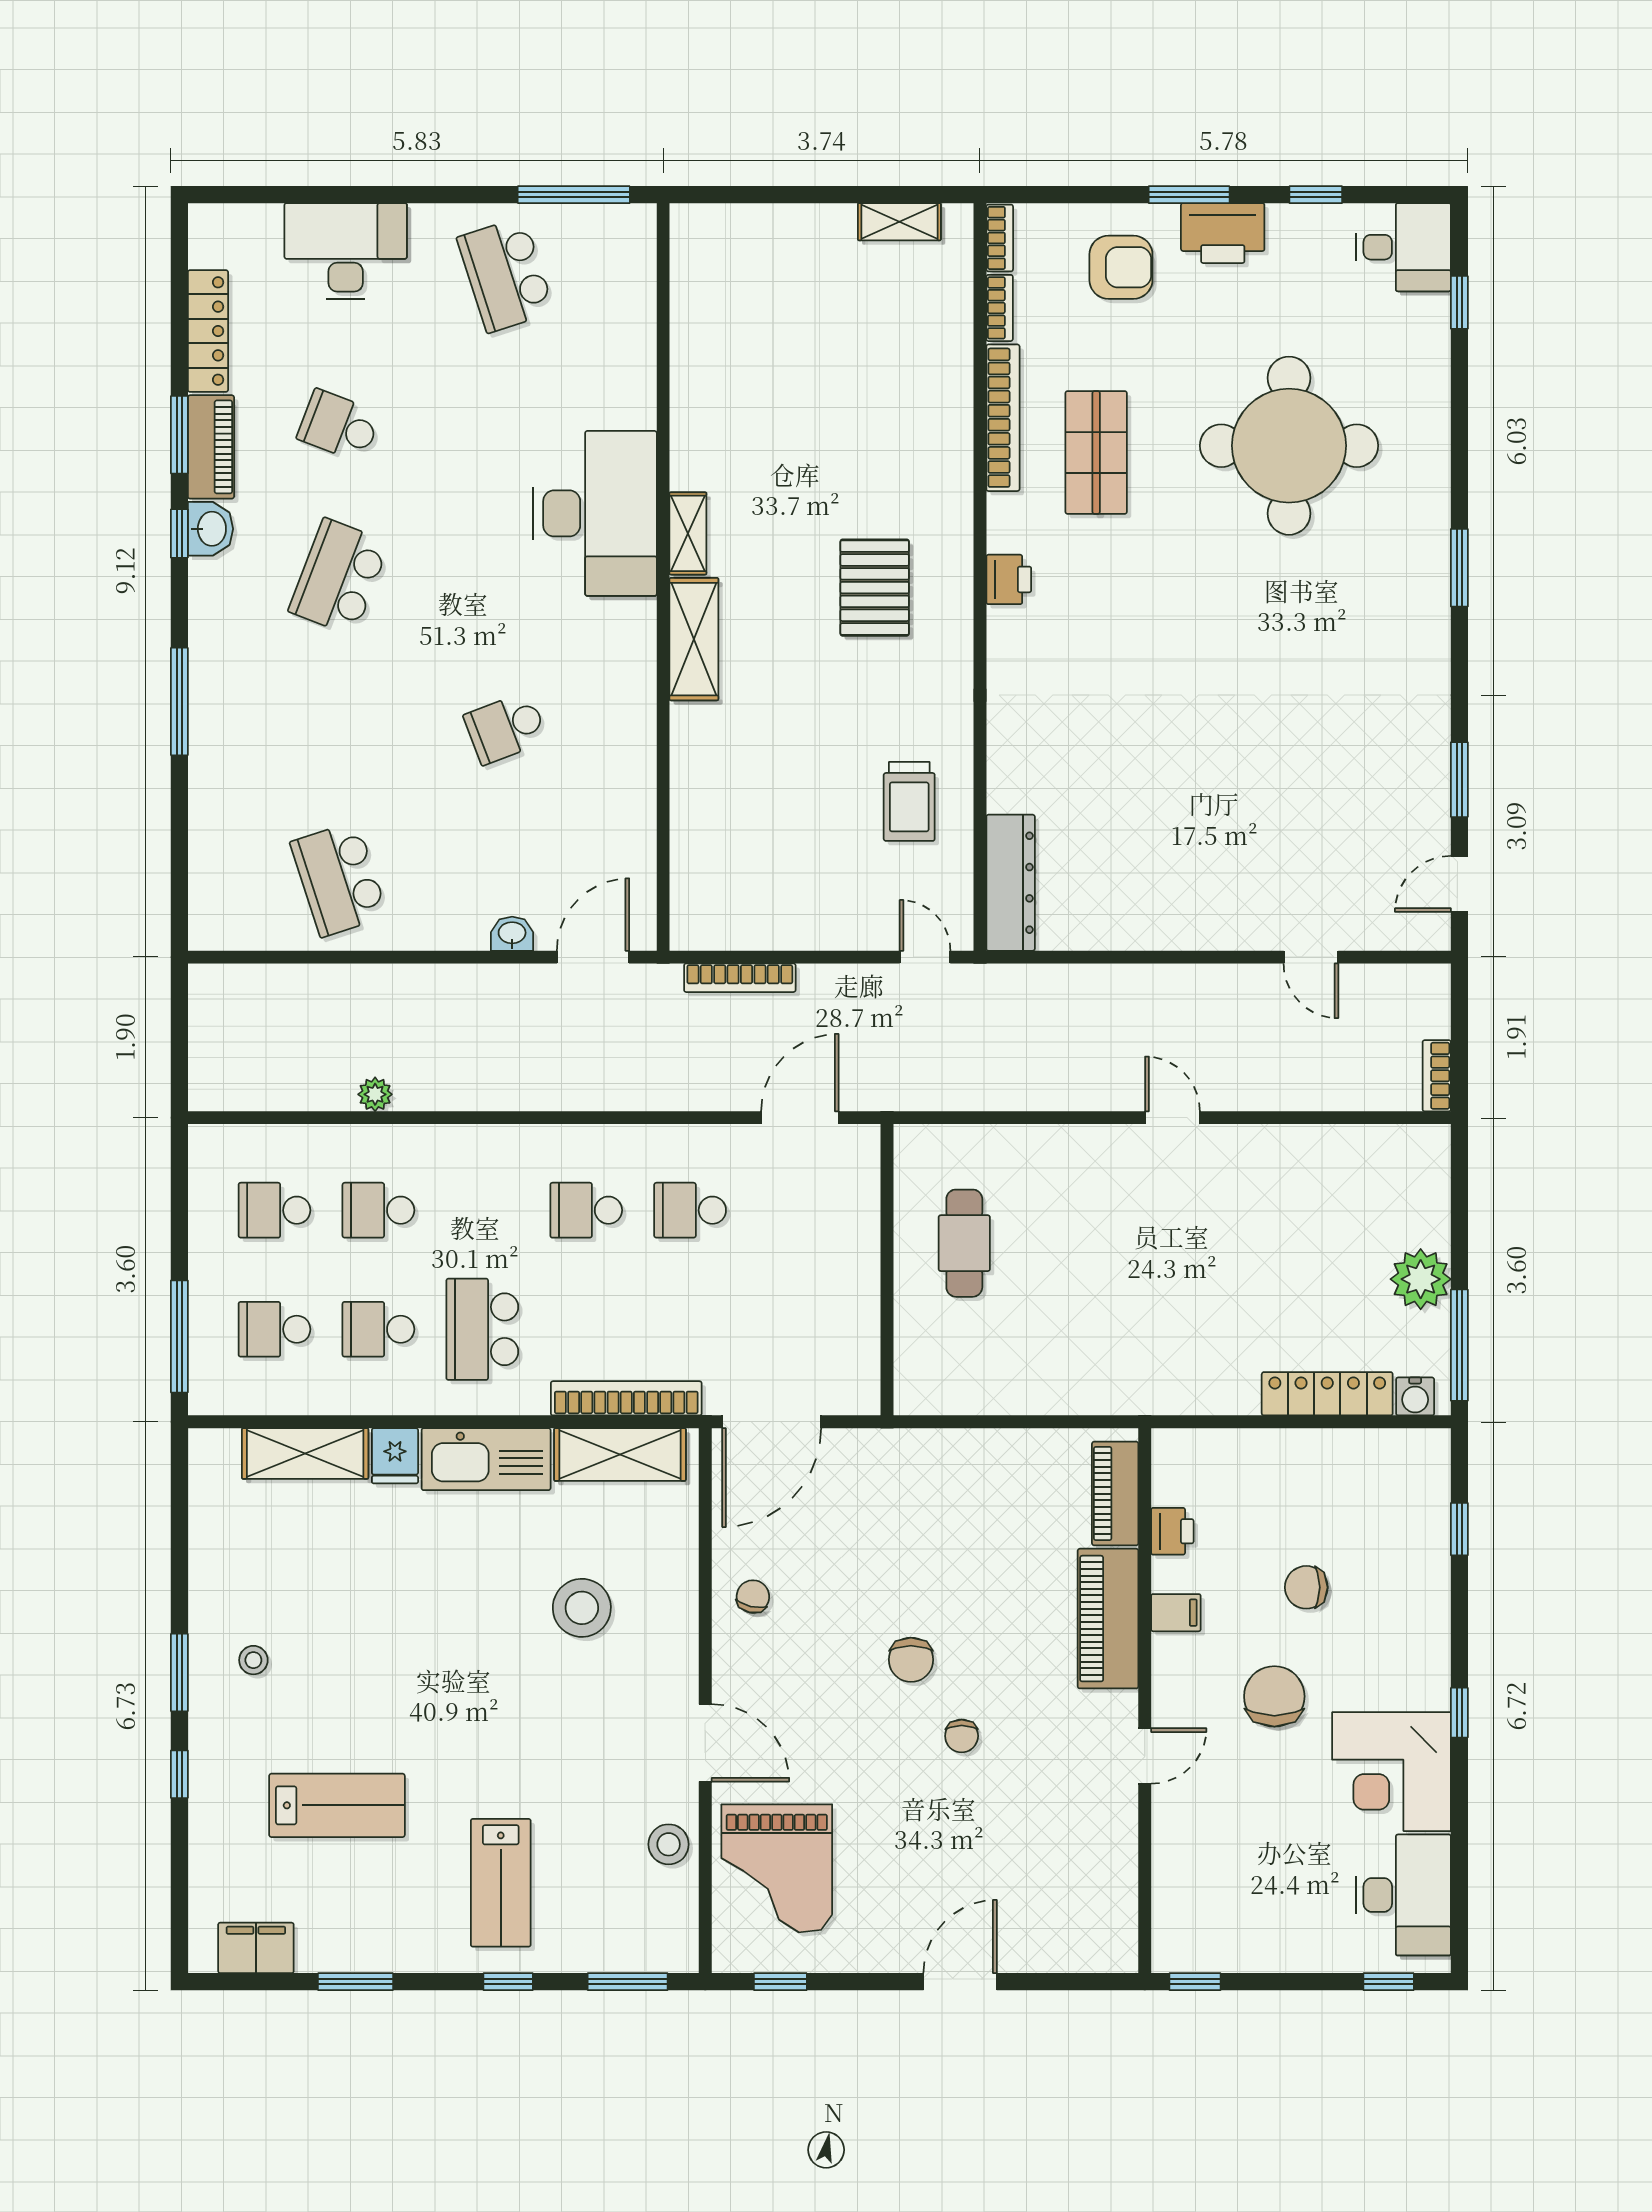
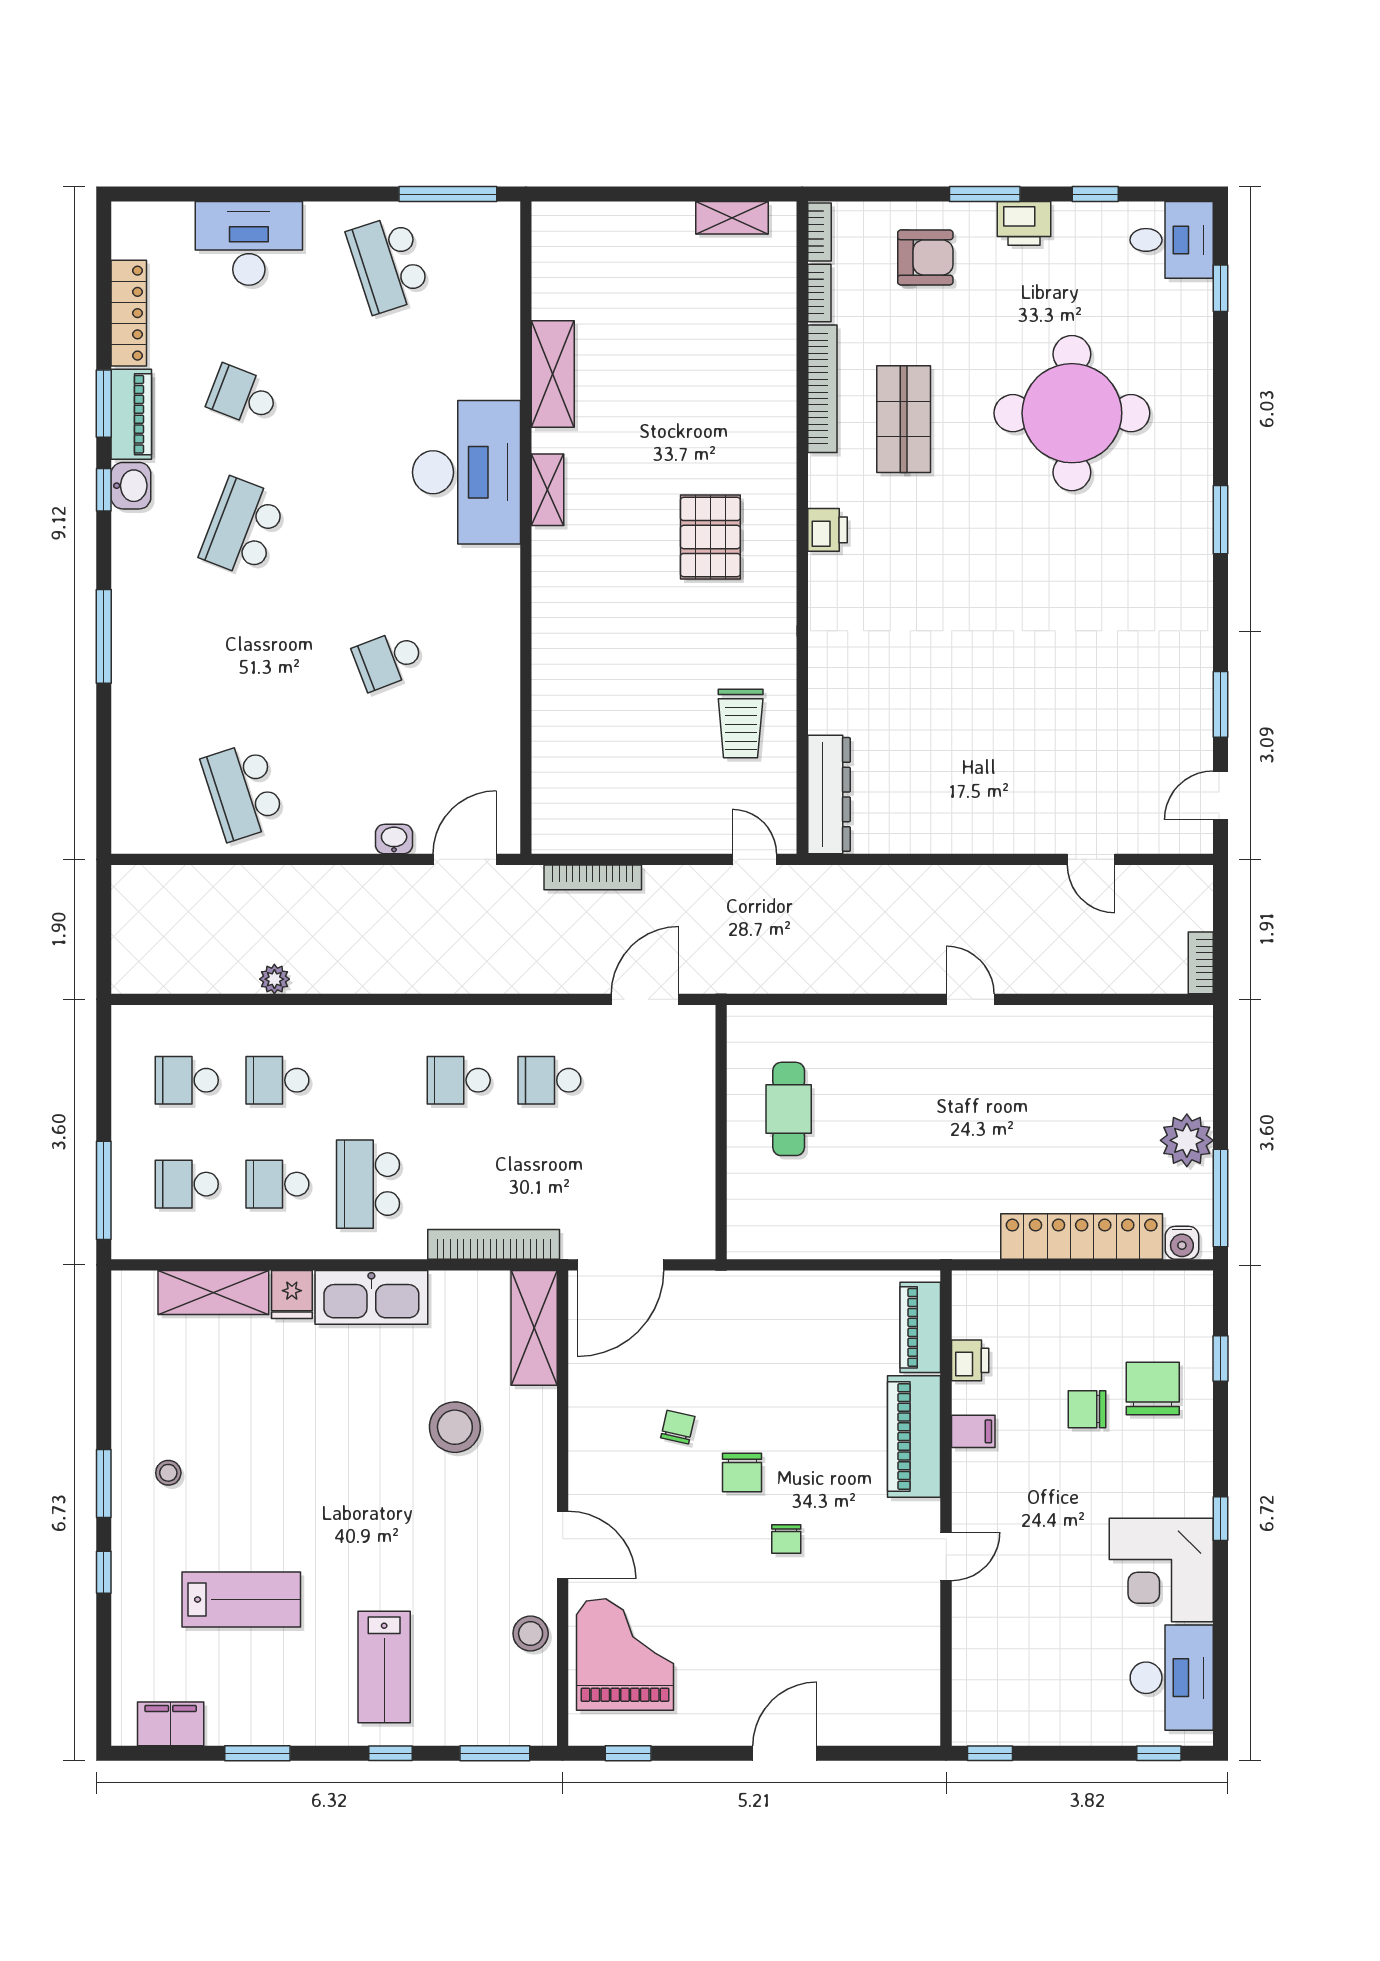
printer: (1223, 233) -> (1024, 223), width x0.73, depth x0.84
shelving: (694, 639) -> (553, 374), moved
locker: (1327, 1394) -> (1082, 1236), width x1.41, depth x1.21
shelving: (620, 1455) -> (534, 1328), moved, turned 90
chair: (753, 1597) -> (678, 1427), moved
chair: (1274, 1696) -> (1153, 1388), moved
grand piano: (777, 1868) -> (625, 1655), turned 180

